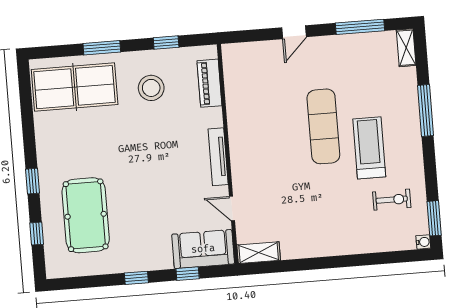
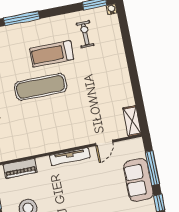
sofa: (203, 249) -> (138, 180), moved
window: (188, 274) -> (152, 168), width x2.17

